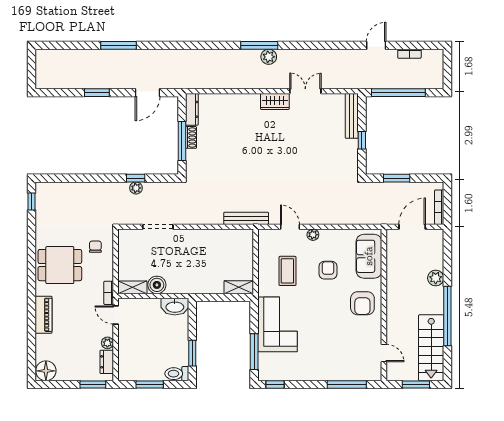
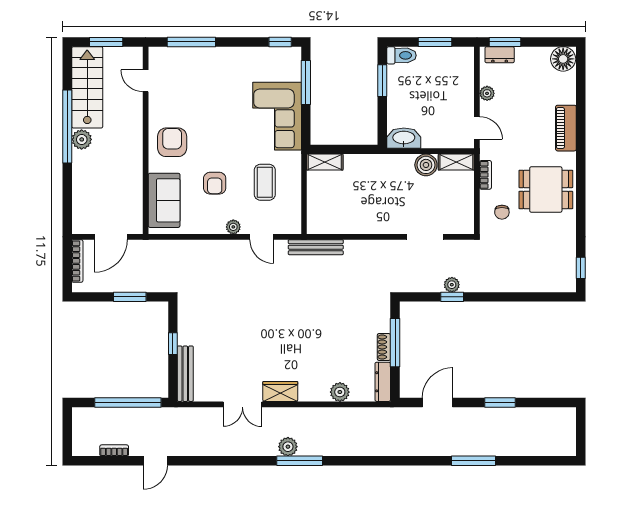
plant: (227, 101) -> (340, 392), added
plant: (436, 278) -> (82, 139), moved
bookcase: (109, 293) -> (486, 175), moved
dresser: (107, 362) -> (500, 55), moved, turned 90

